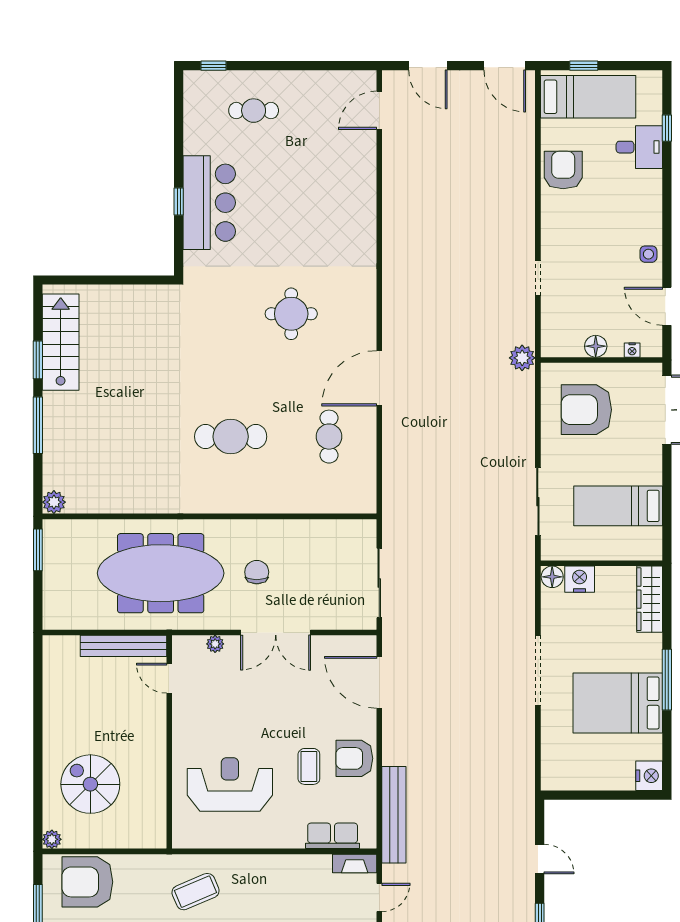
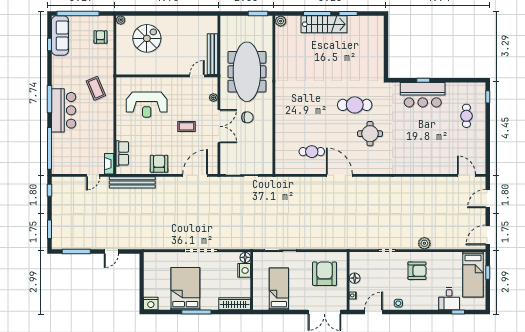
armchair: (563, 170) -> (417, 271), moved
stairs: (61, 342) -> (324, 24), moved
plant: (522, 358) -> (424, 243), moved
cafe table: (231, 437) -> (355, 105), moved, turned 90
double door: (276, 632) -> (219, 126), swing flipped
coffee table: (309, 766) -> (186, 126), moved
reception desk: (230, 784) -> (147, 105), turned 90
armchair: (87, 882) -> (100, 37), width x0.53, depth x0.53
door: (379, 897) -> (93, 175), hinge flipped

